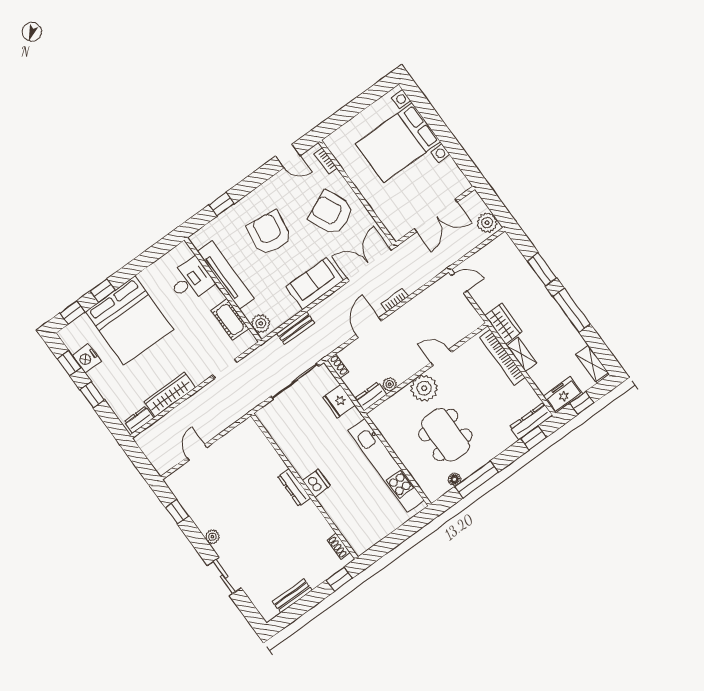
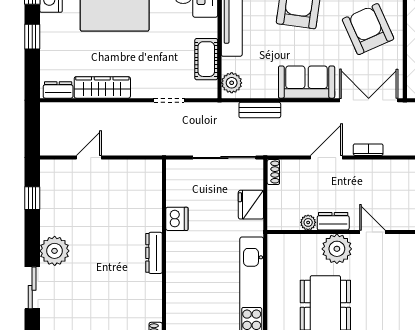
dresser: (371, 396) -> (333, 221), moved
dishwasher: (316, 483) -> (177, 219), moved
plant: (212, 537) -> (55, 251), width x1.88, depth x1.88

